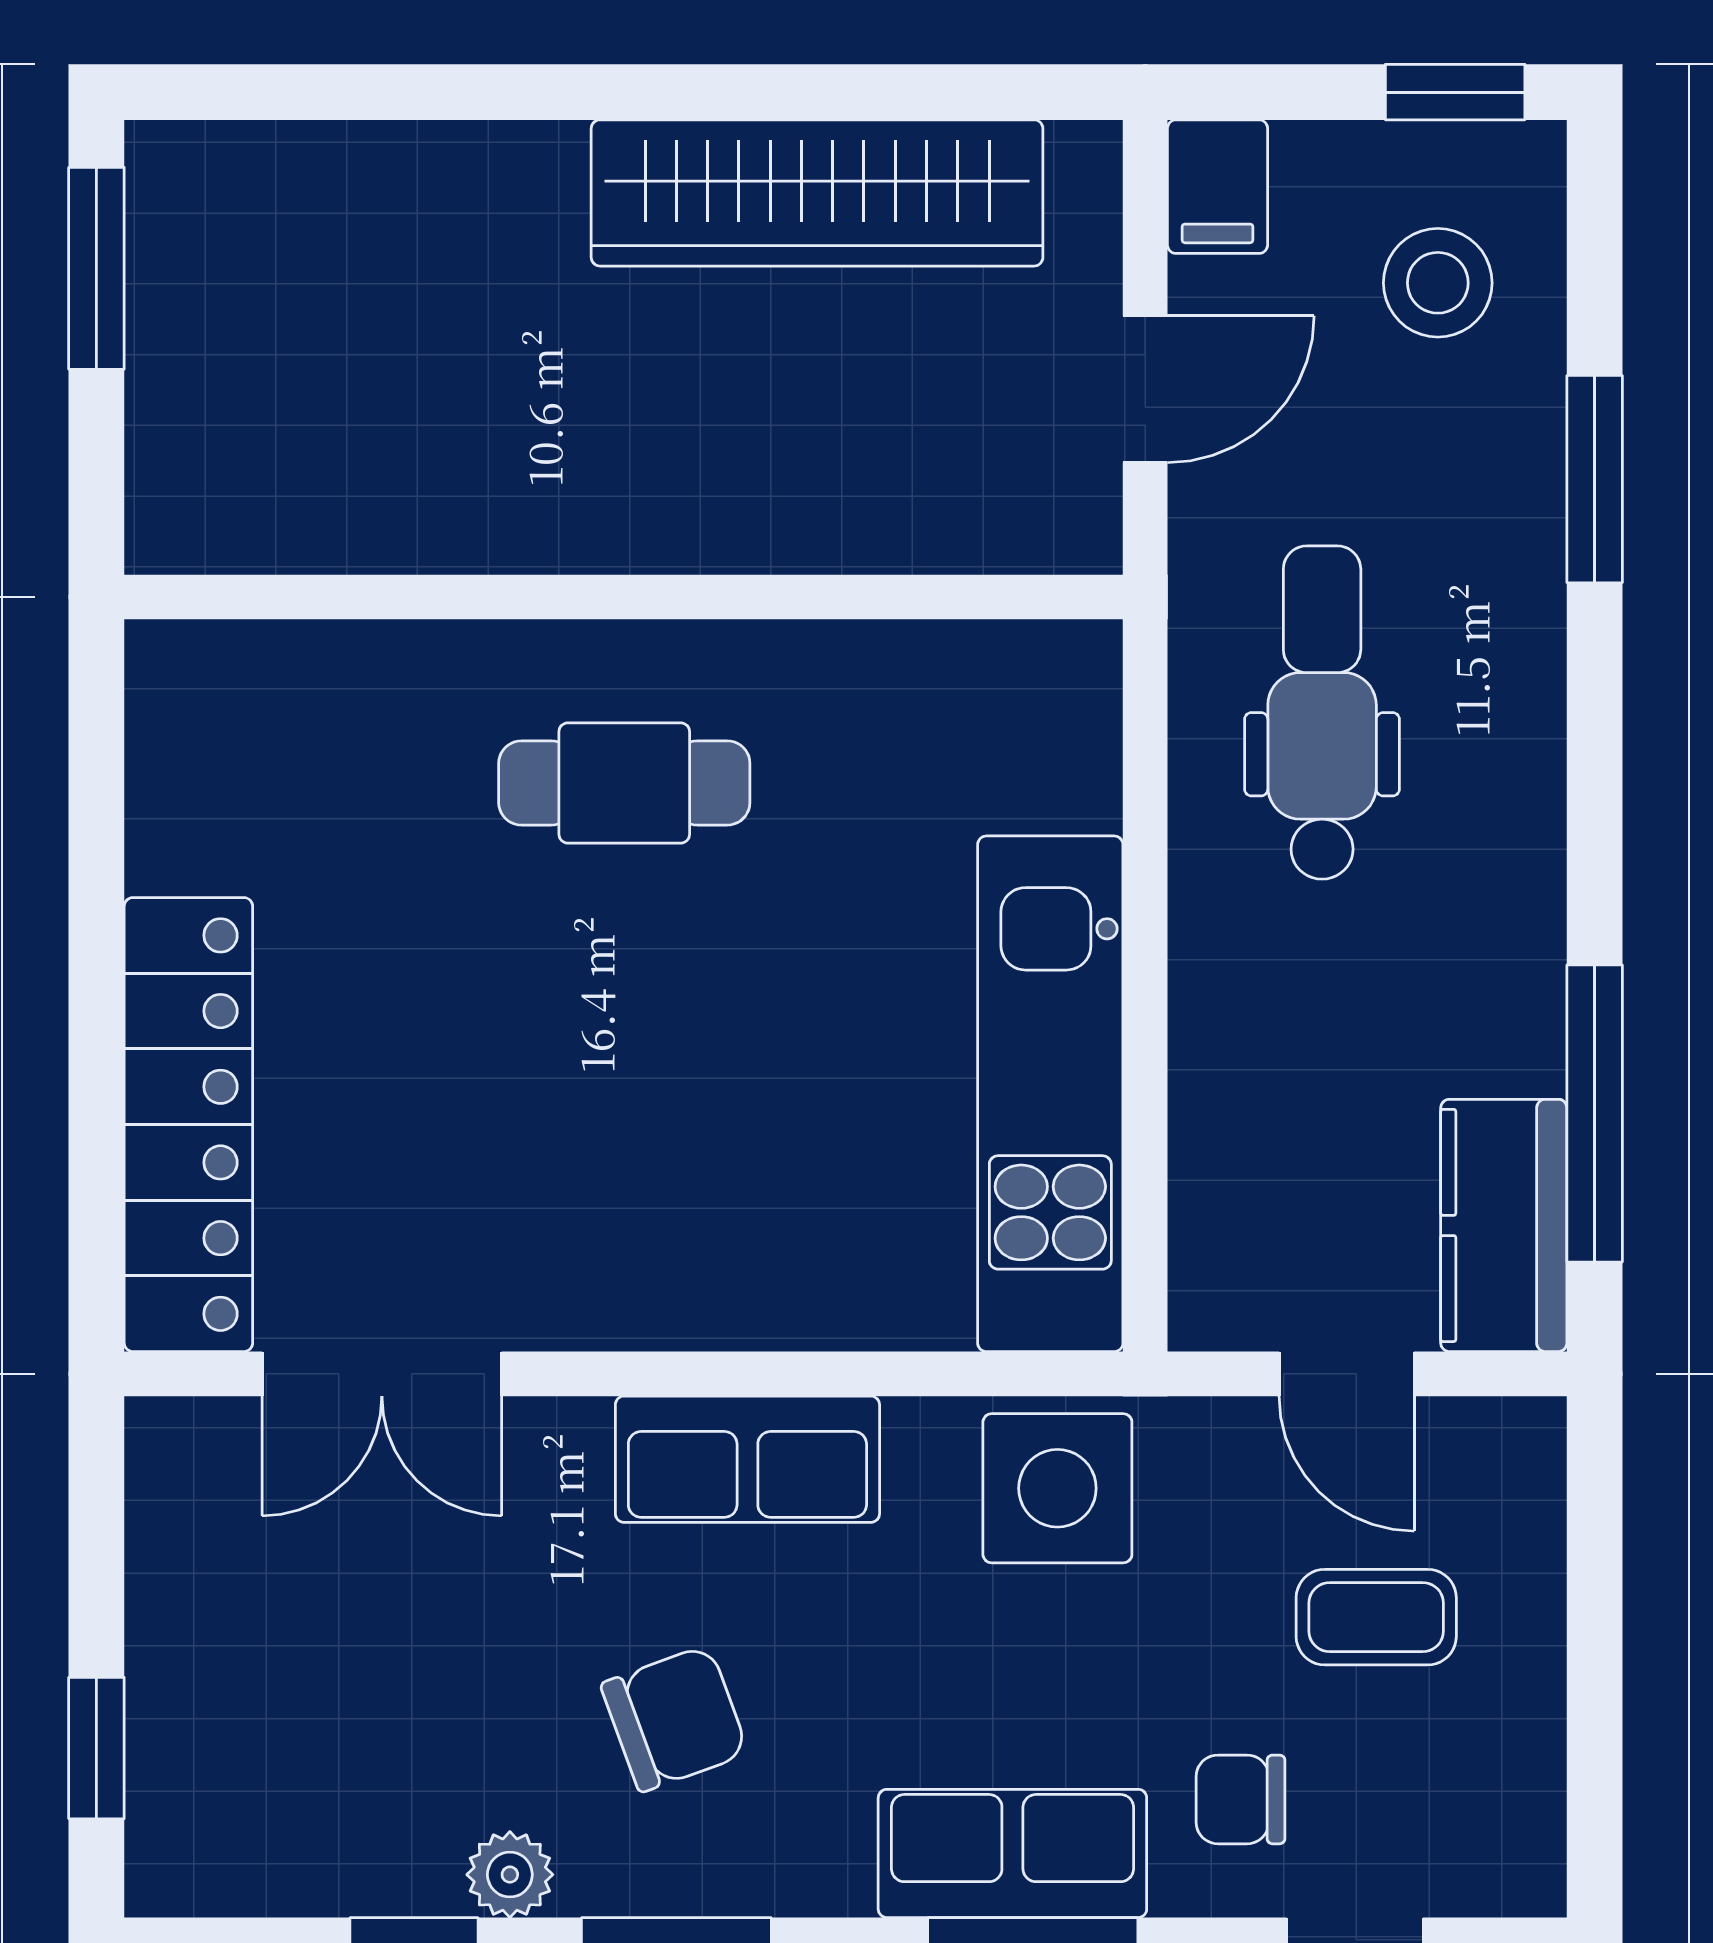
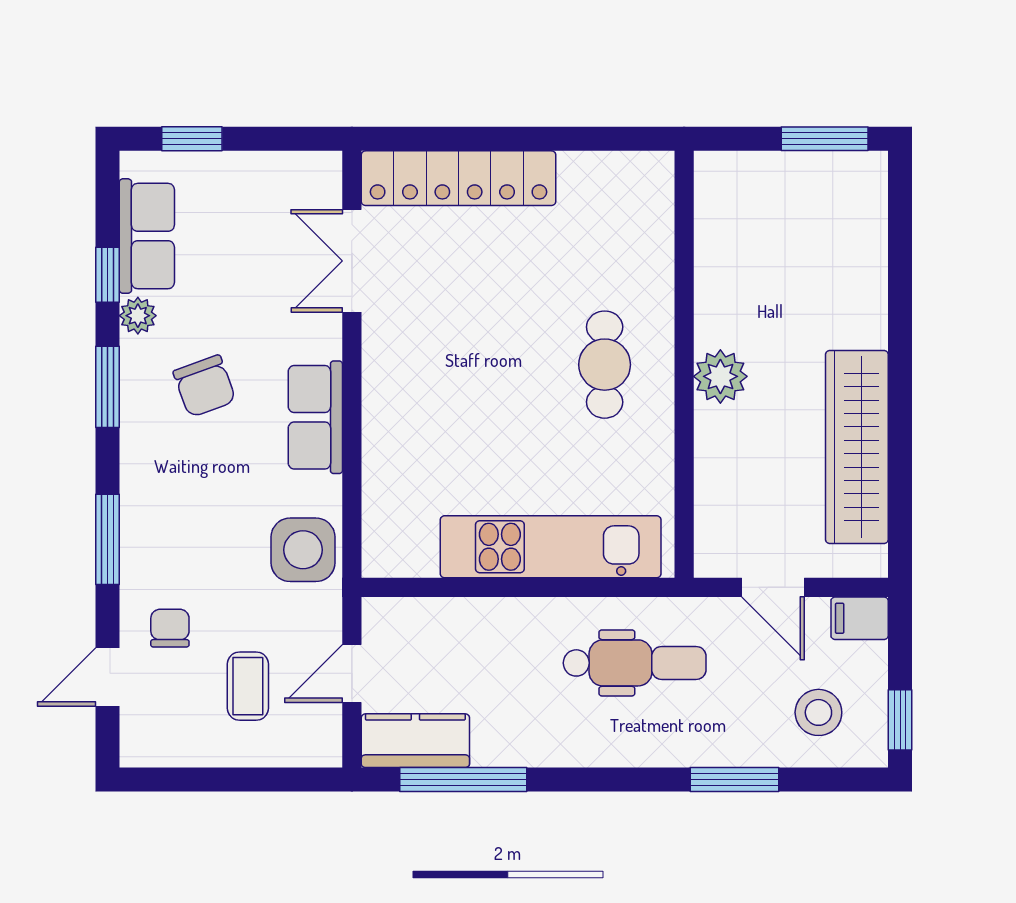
plant: (652, 512) -> (720, 376), added
kitchen unit: (1050, 1094) -> (551, 547), moved
row of seats: (1012, 1853) -> (147, 236), moved

